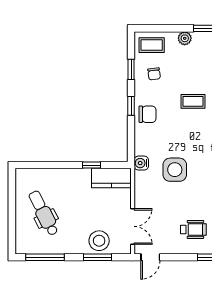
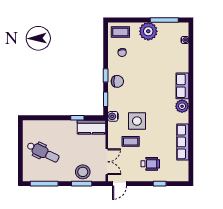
plant: (185, 38) -> (148, 31), width x1.87, depth x1.87
window: (131, 69) -> (106, 99), moved
coffee table: (193, 101) -> (131, 141), moved
dental chair: (44, 213) -> (43, 152), turned 143

